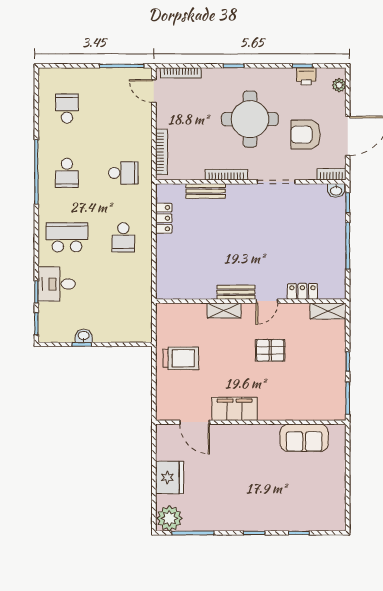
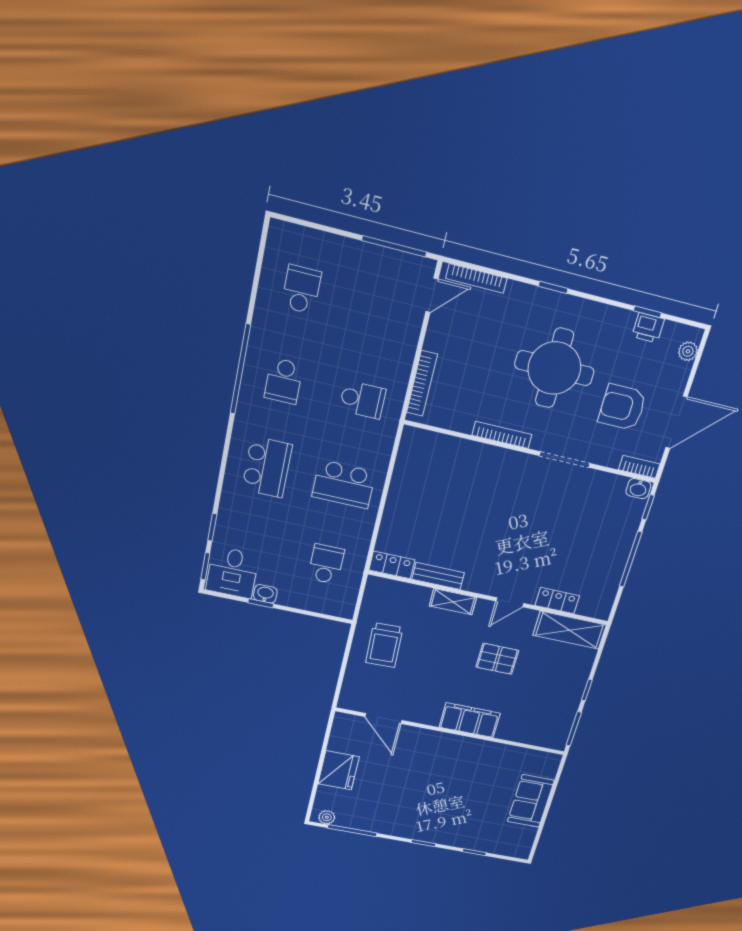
door: (154, 91) -> (432, 295), swing flipped
bench: (206, 191) -> (468, 450), removed
locker: (164, 218) -> (392, 565), moved, turned -90
school desk: (67, 237) -> (267, 467), turned 90
school desk: (123, 237) -> (344, 484), width x1.85
desk: (57, 284) -> (232, 572), moved, turned -90
bench: (236, 292) -> (438, 576), moved
school desk: (123, 302) -> (326, 564), added
shelving: (328, 311) -> (570, 630), width x1.50, depth x1.33
trolley: (181, 358) -> (384, 645), turned 88
filing cabinet: (235, 409) -> (470, 720), moved
sofa: (304, 438) -> (531, 801), moved, turned 90
plant: (169, 518) -> (327, 817), width x0.53, depth x0.53

